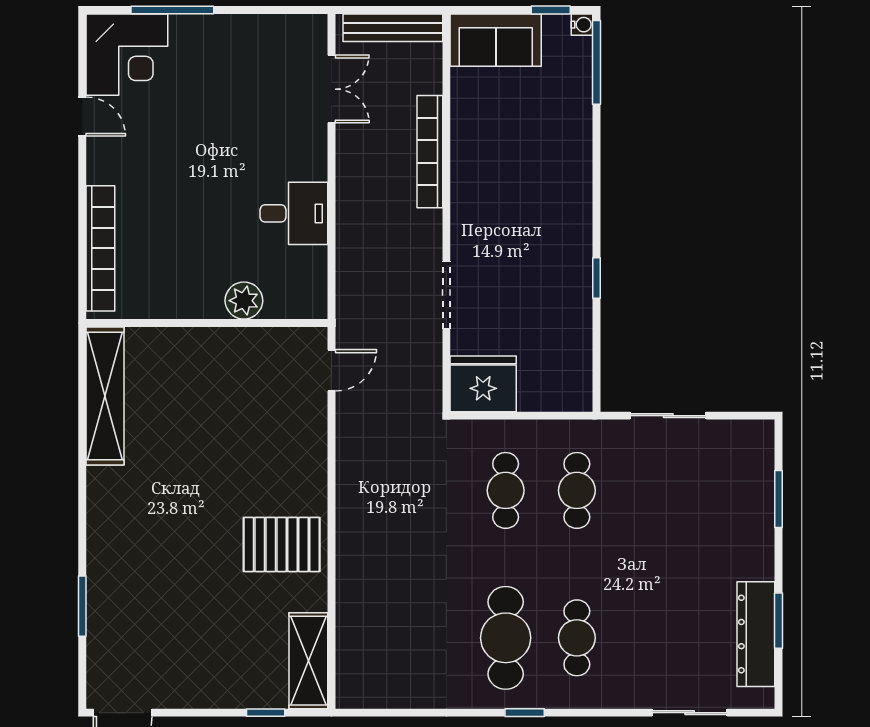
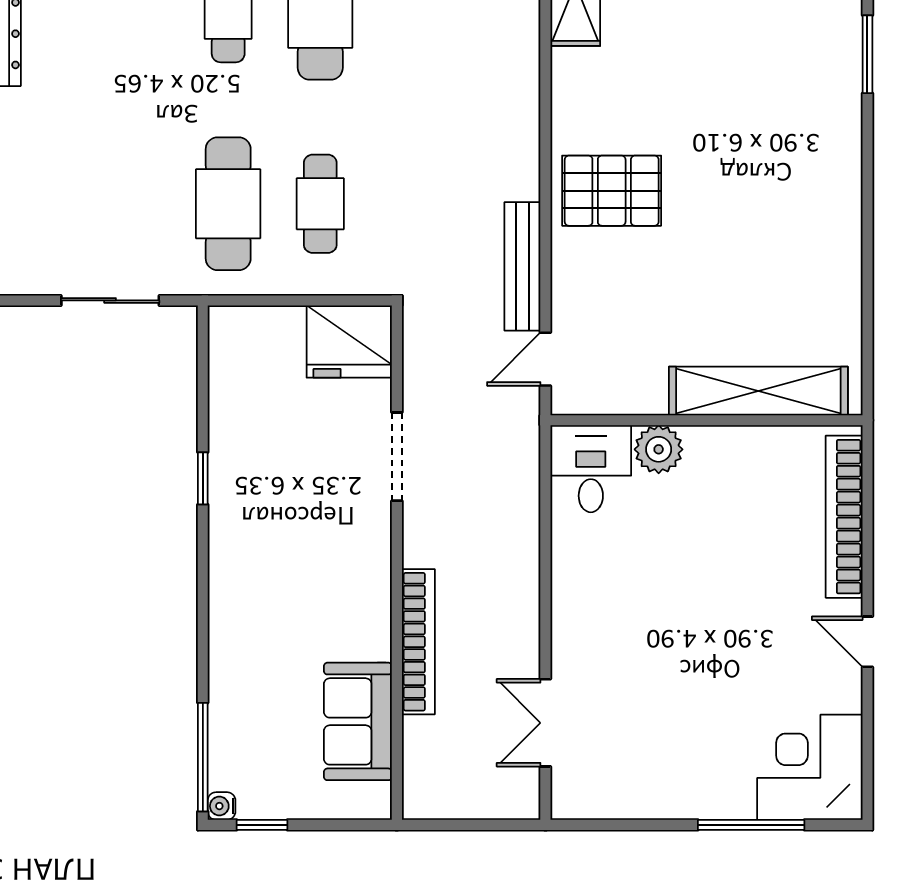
bench: (393, 28) -> (522, 266), moved, turned 90
sofa: (496, 40) -> (358, 721), moved, turned -90
door: (82, 117) -> (867, 642), moved
desk: (294, 213) -> (591, 469), moved, turned 90
shelving: (105, 396) -> (758, 391), moved, turned 90
cafe table: (577, 490) -> (228, 204), width x1.37, depth x1.35
pallet: (282, 544) -> (612, 191), moved

